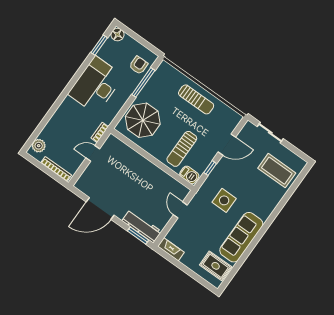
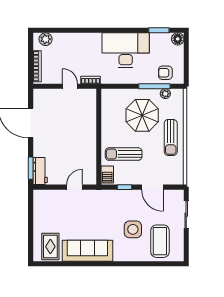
armchair: (139, 65) -> (165, 73), turned 180
plant: (156, 78) -> (165, 94), added
parasol: (143, 120) -> (142, 115), moved
side table: (224, 200) -> (133, 229), moved
workbench: (142, 226) -> (40, 171), width x0.73
fireplace: (171, 249) -> (38, 202), removed

